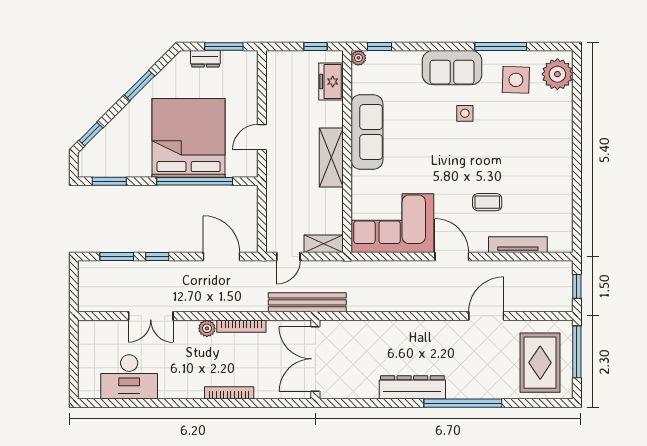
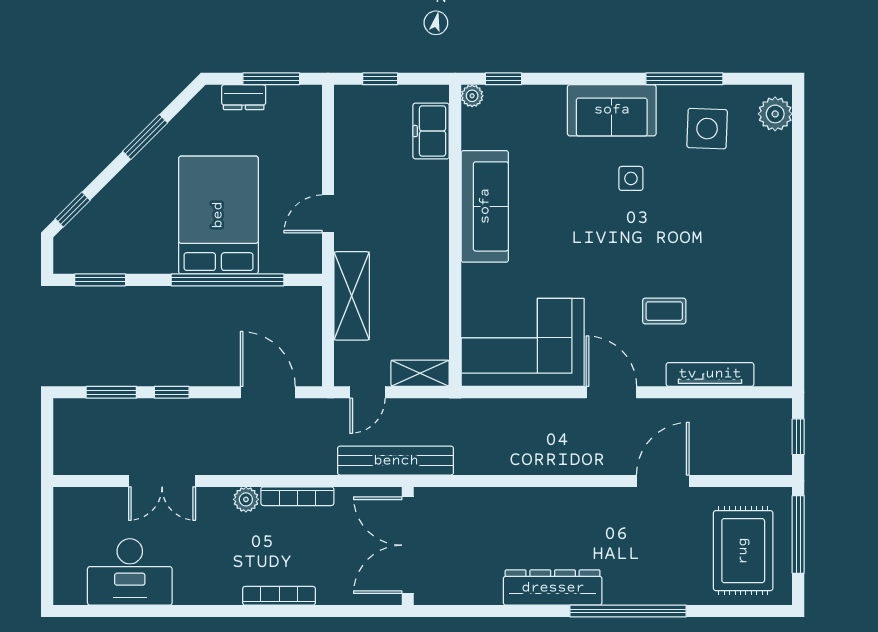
window: (316, 47) -> (380, 79), moved
plant: (557, 74) -> (775, 114), width x0.73, depth x0.73
bed: (189, 138) -> (218, 215), width x0.73
shelving: (331, 157) -> (352, 296), moved

